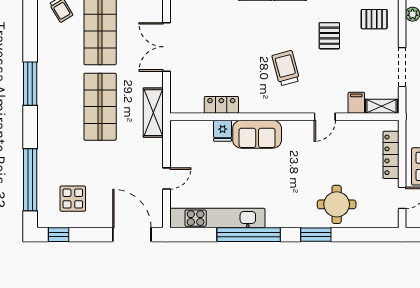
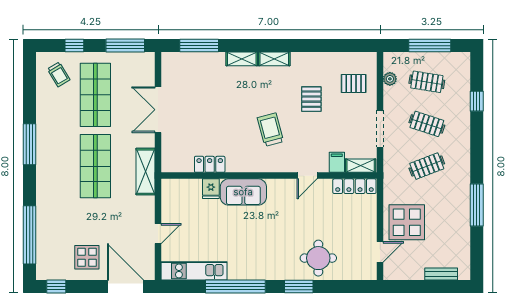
locker: (391, 155) -> (354, 186), moved, turned -90
display table: (73, 199) -> (87, 257), moved
kitchen unit: (217, 218) -> (194, 271), width x0.73

